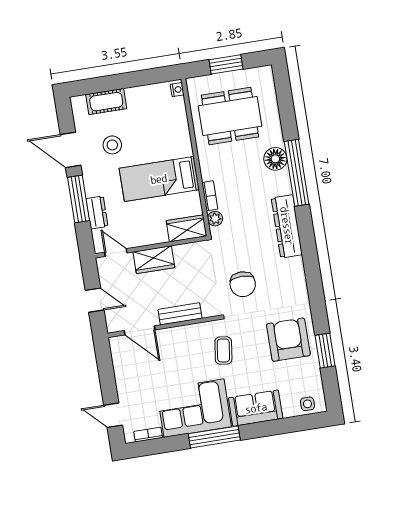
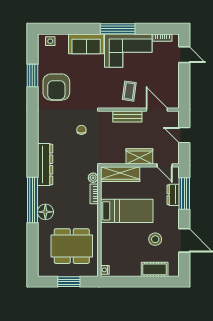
window: (78, 199) -> (184, 193), moved
wardrobe: (186, 228) -> (120, 174), width x1.50
chair: (243, 284) -> (81, 130), width x0.54, depth x0.54
coffee table: (223, 350) -> (129, 91), moved

